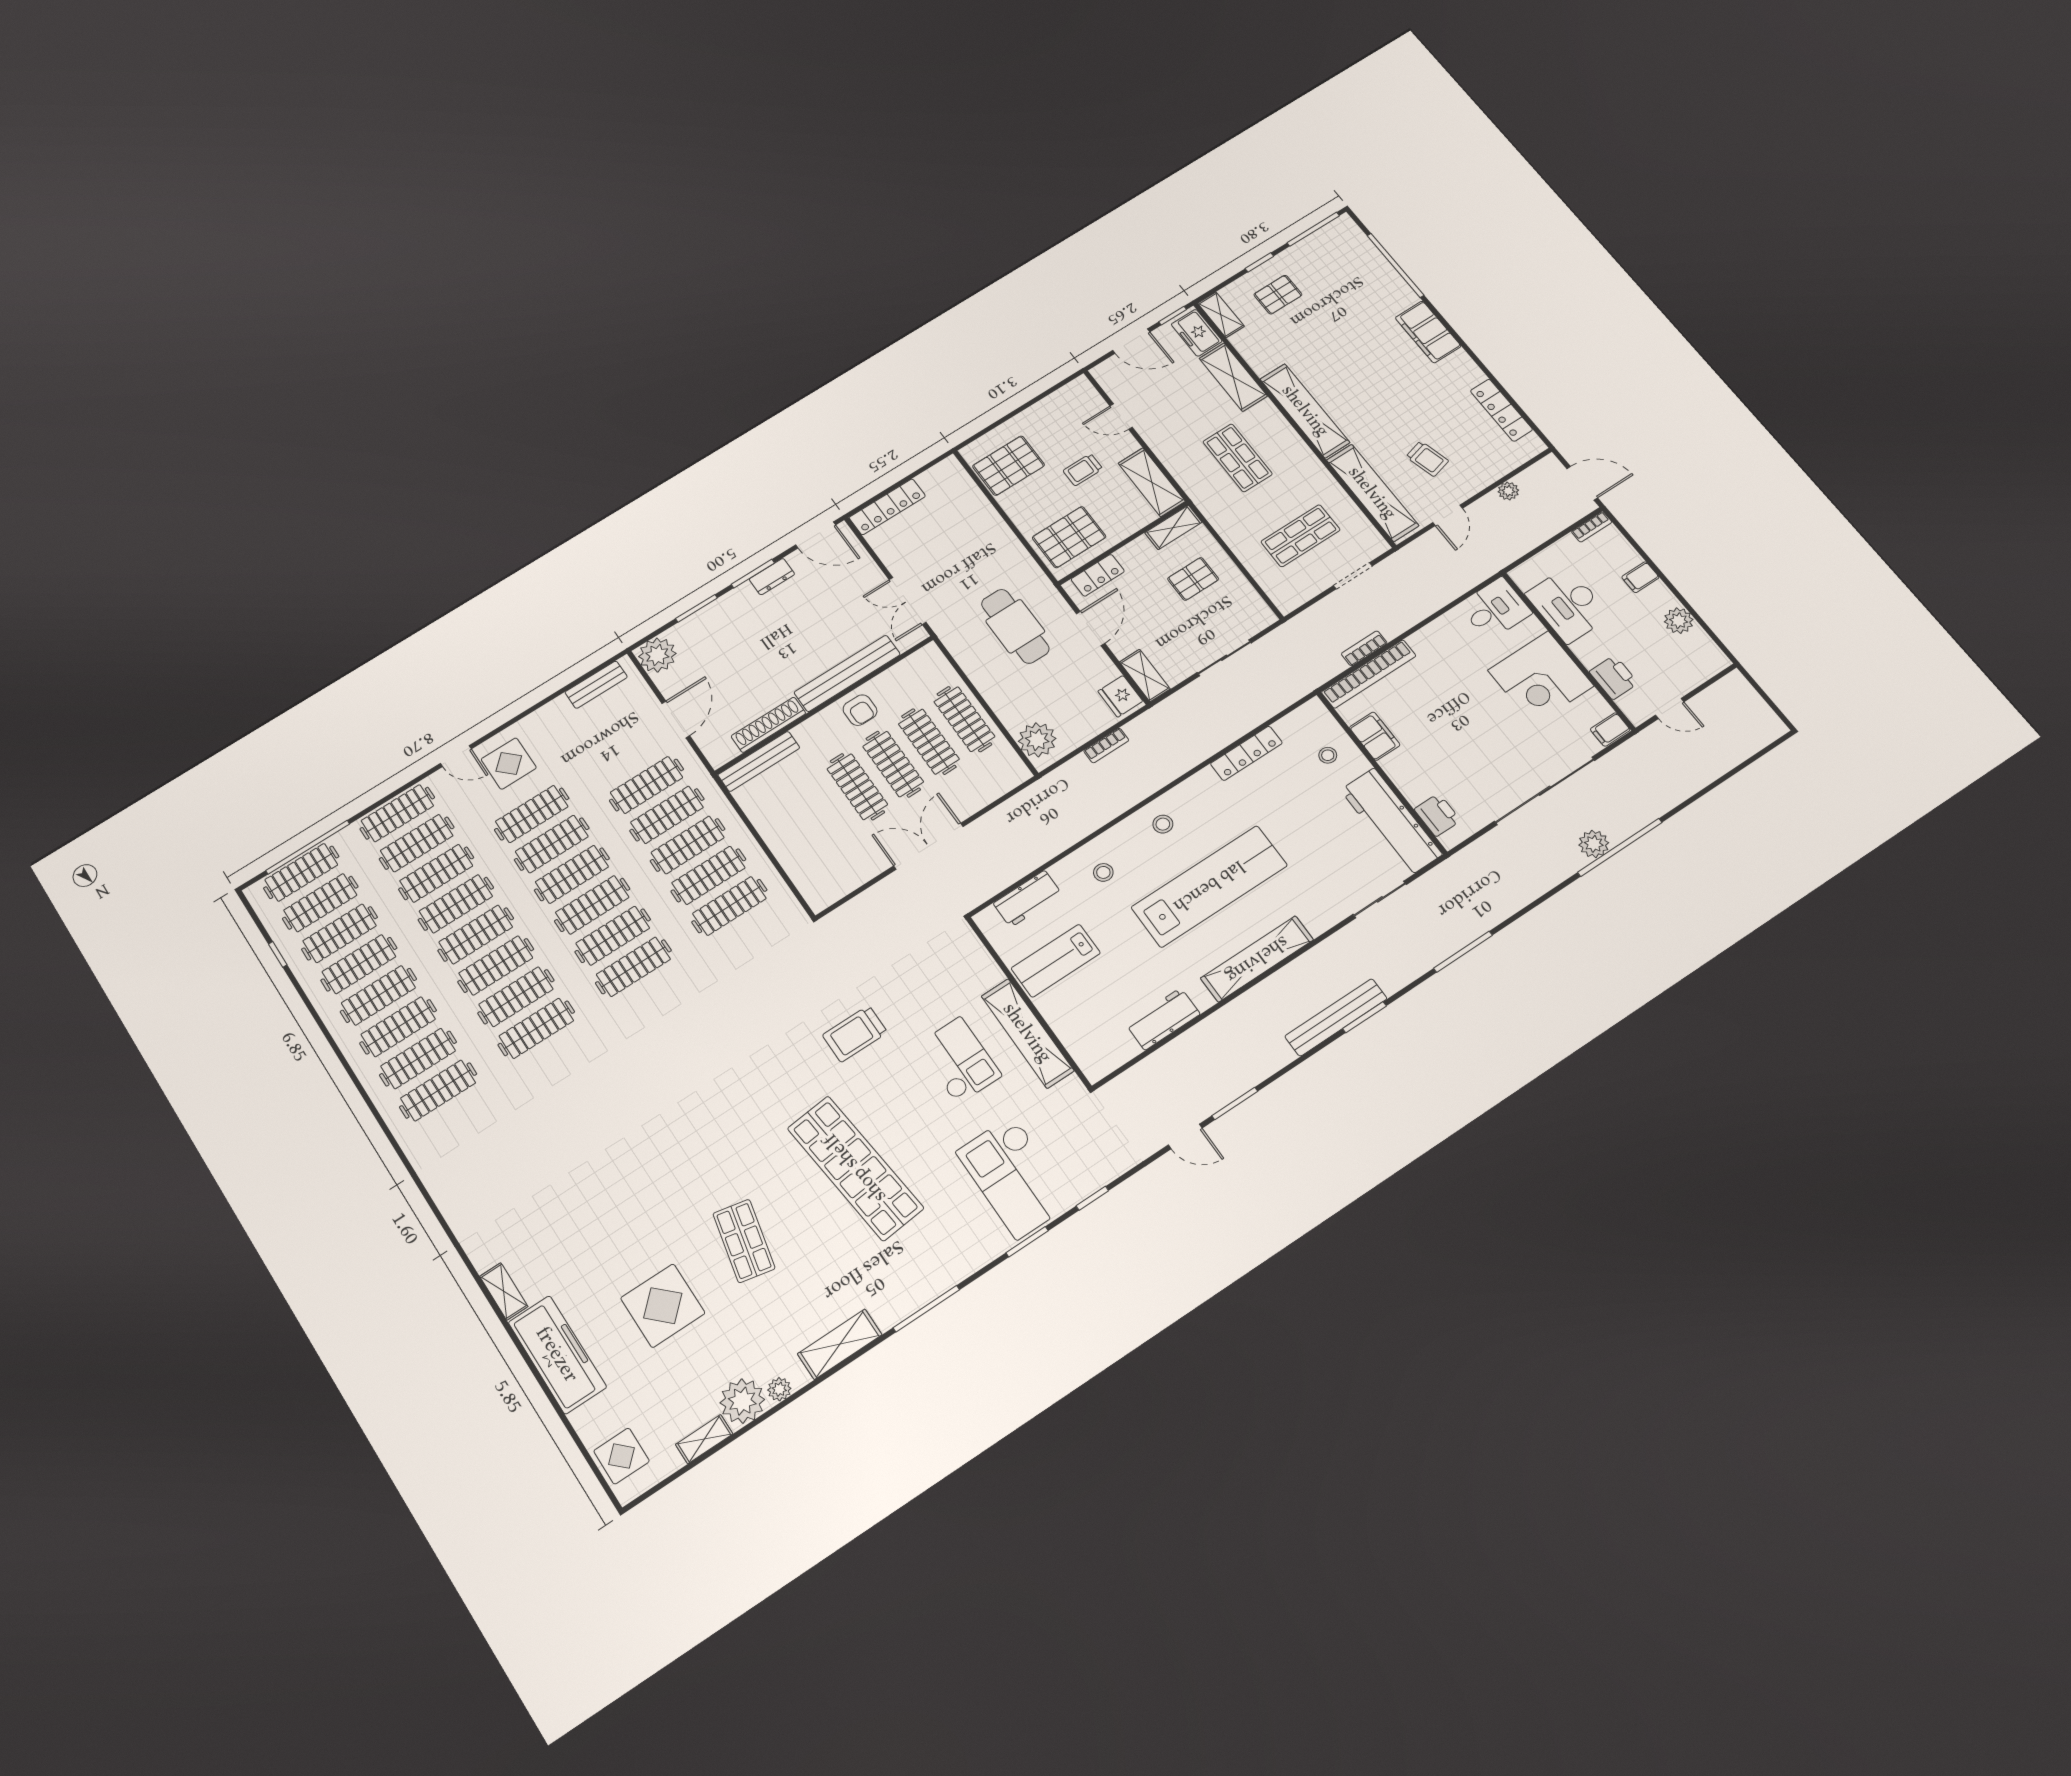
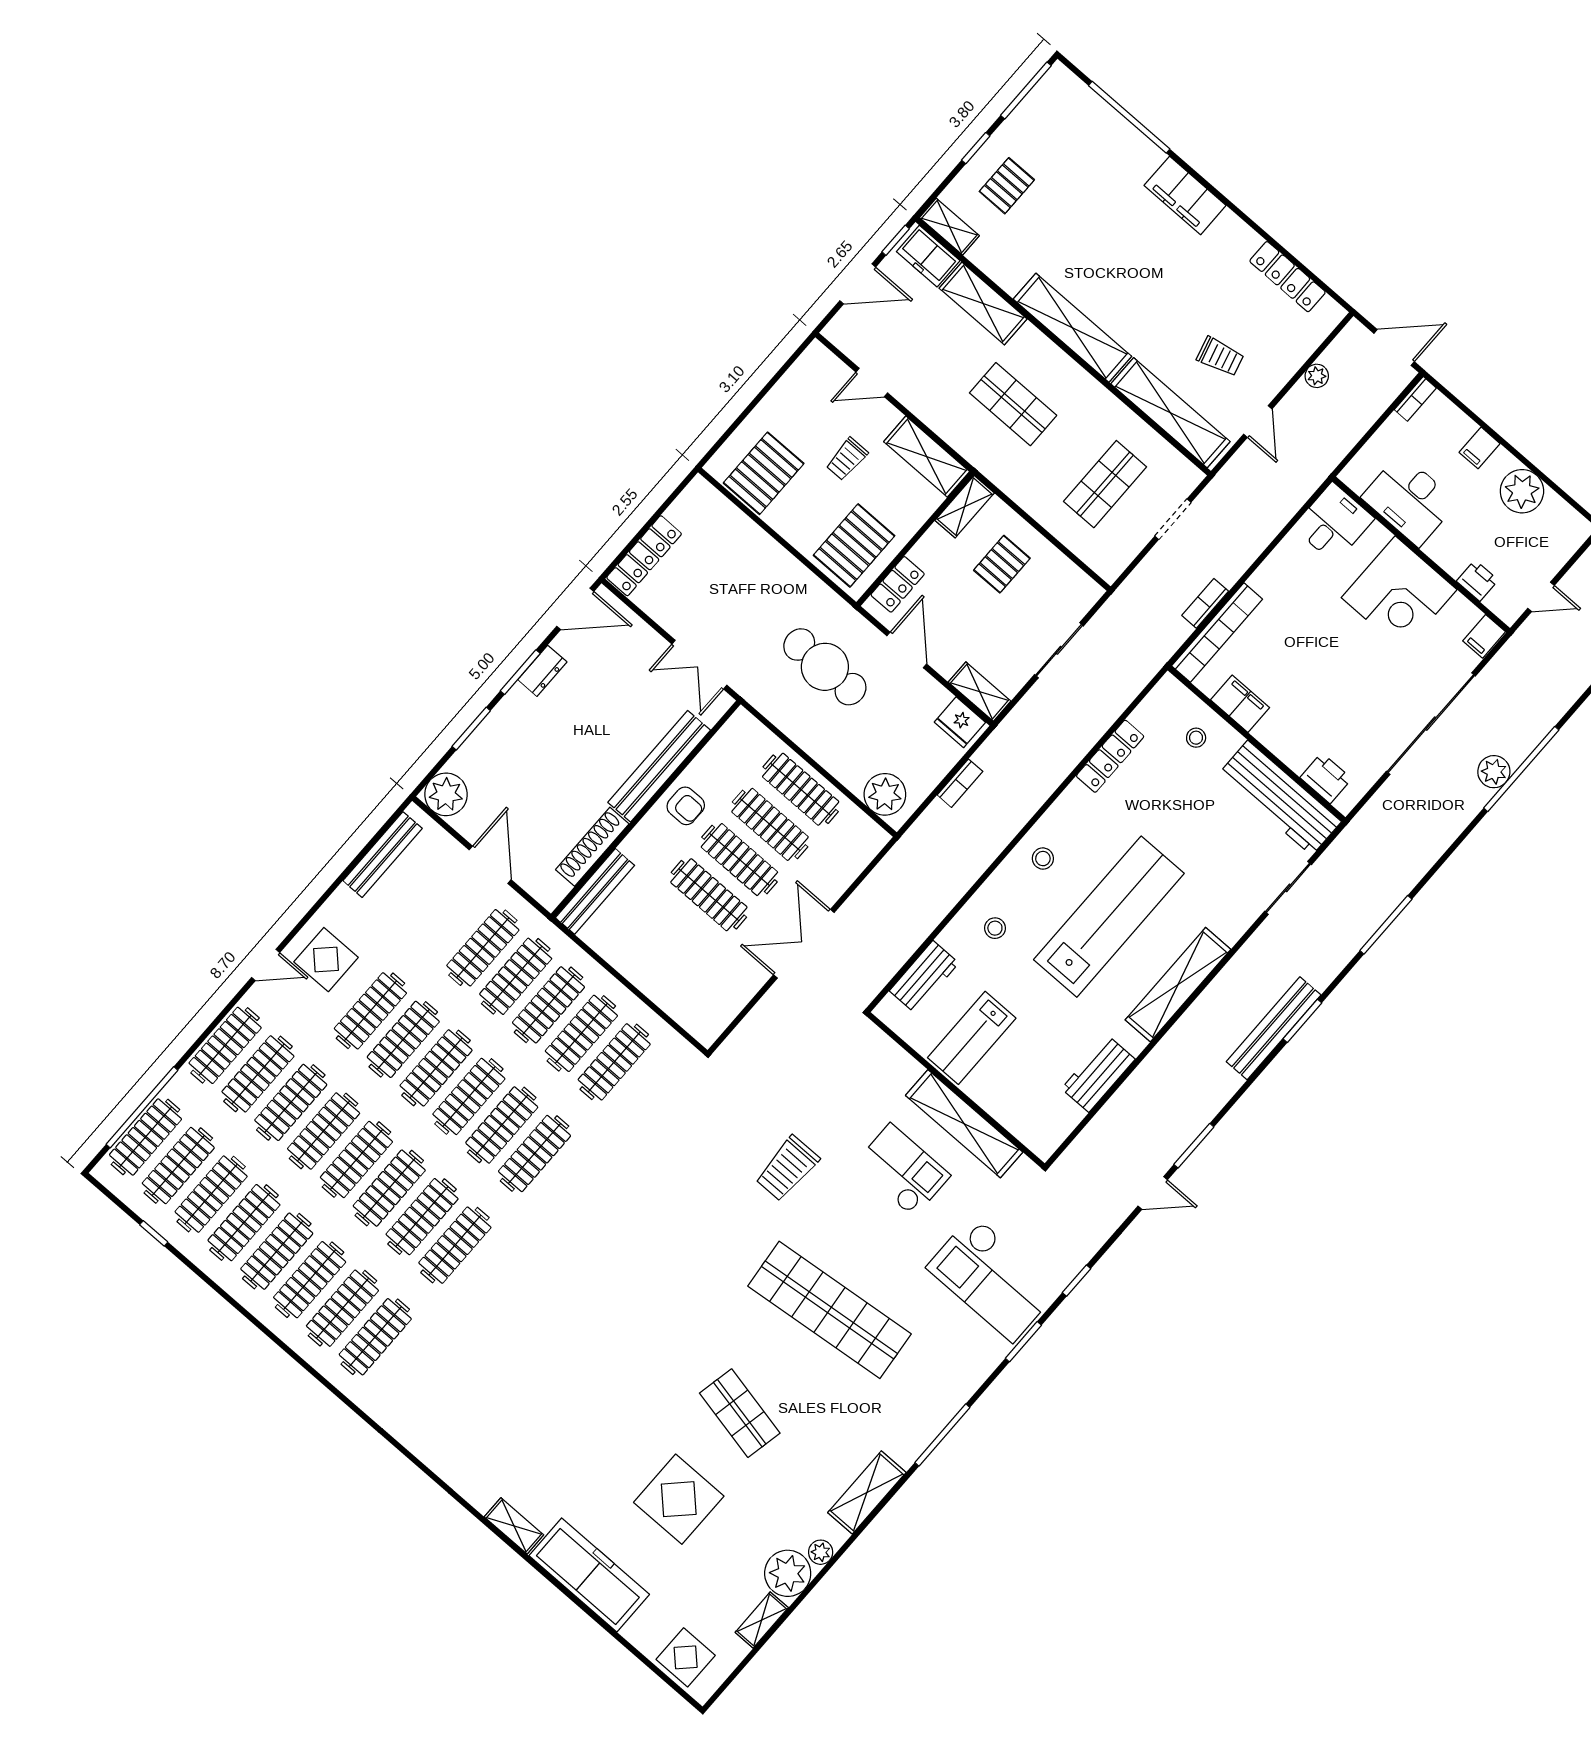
plant: (1679, 621) -> (1522, 491), width x1.36, depth x1.36
printer: (1614, 677) -> (1477, 581), width x0.73, depth x0.81
bench: (596, 685) -> (383, 855), width x1.36

